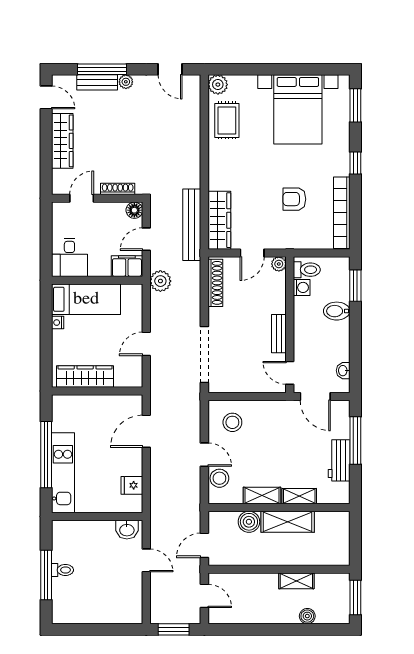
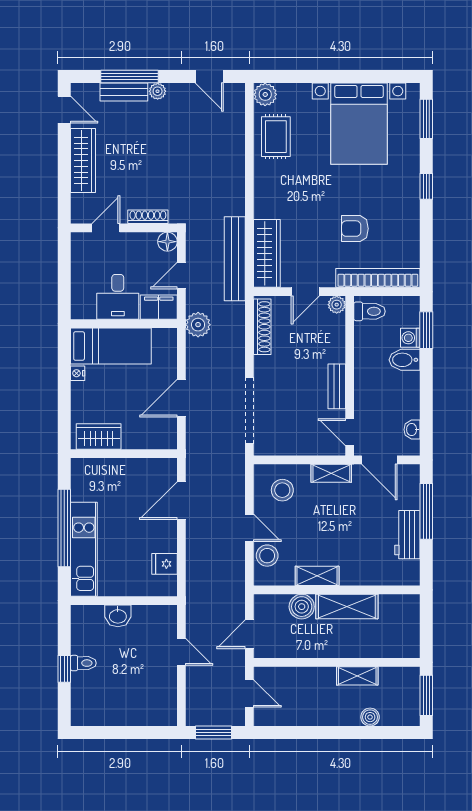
bookcase: (342, 213) -> (378, 278), moved, turned 90
desk: (69, 257) -> (118, 297), moved
washing machine: (302, 287) -> (410, 338), moved, turned 180
door: (146, 344) -> (181, 398), width x1.38
wardrobe: (85, 376) -> (99, 436), width x0.67
shelving: (299, 496) -> (331, 473), moved
washbasin: (127, 530) -> (118, 616), moved
window: (46, 575) -> (64, 669), width x0.46

